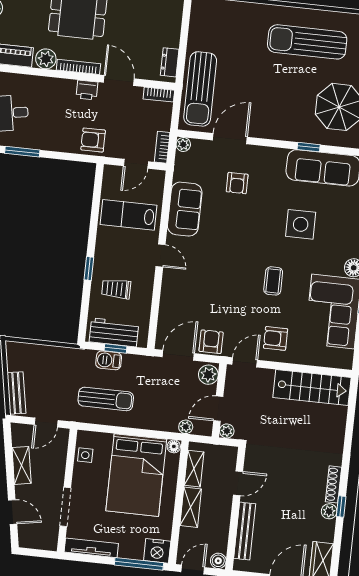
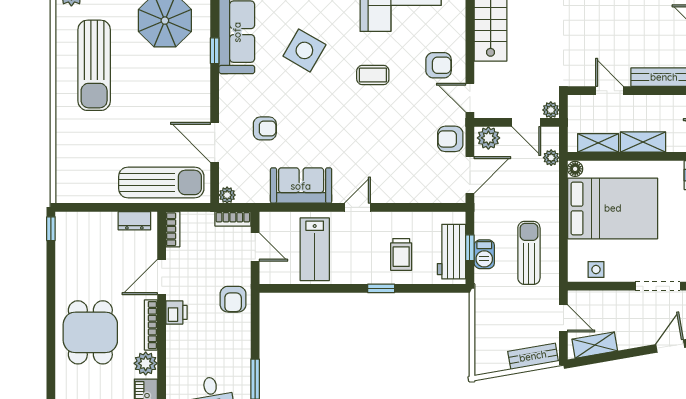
side table: (301, 224) -> (304, 50), turned 30
armchair: (276, 338) -> (439, 65), turned -90
door: (178, 355) -> (470, 175), swing flipped
shelving: (22, 465) -> (595, 345), moved

